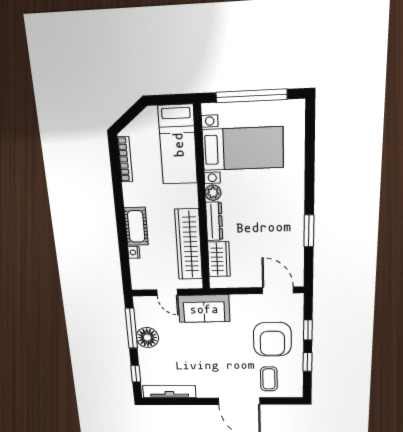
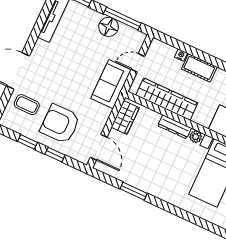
wardrobe: (219, 259) -> (125, 118), moved, turned -90
door: (278, 290) -> (99, 147), hinge flipped

